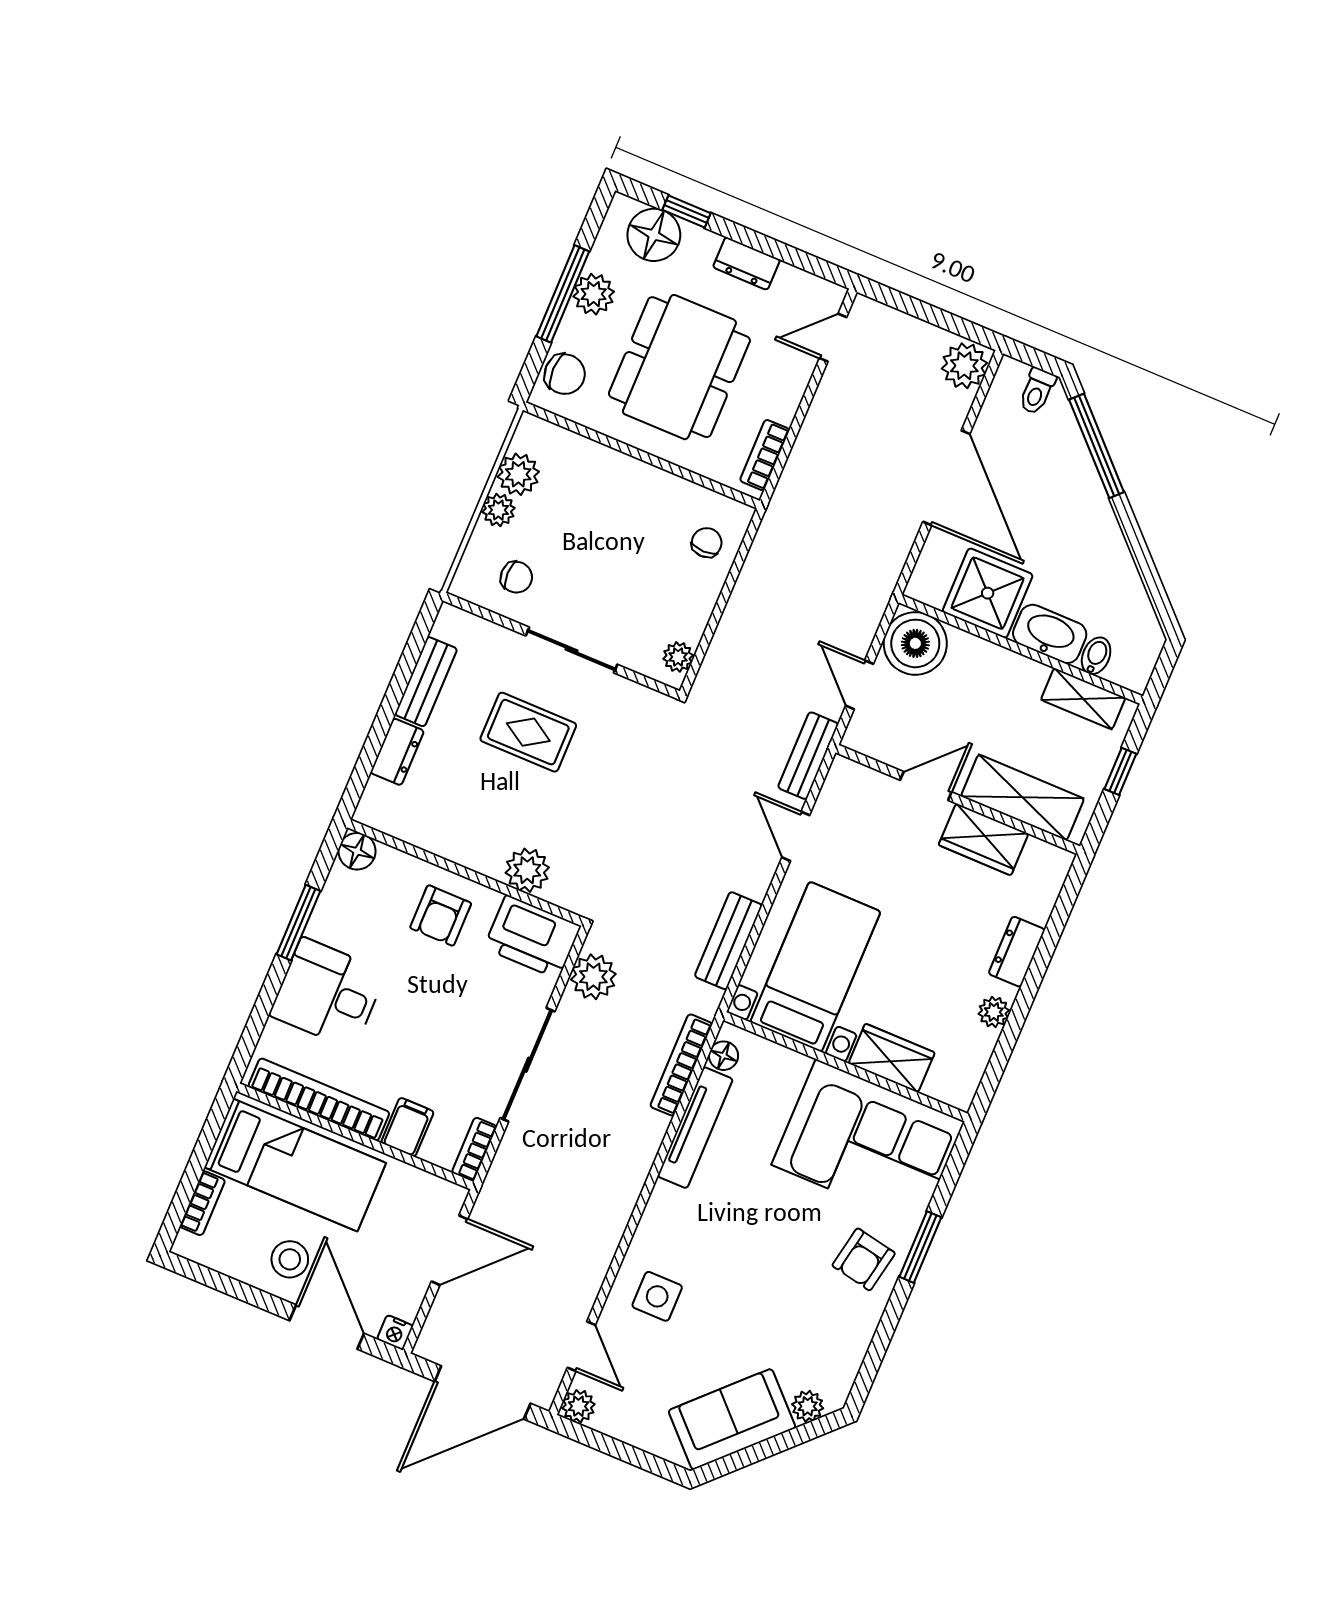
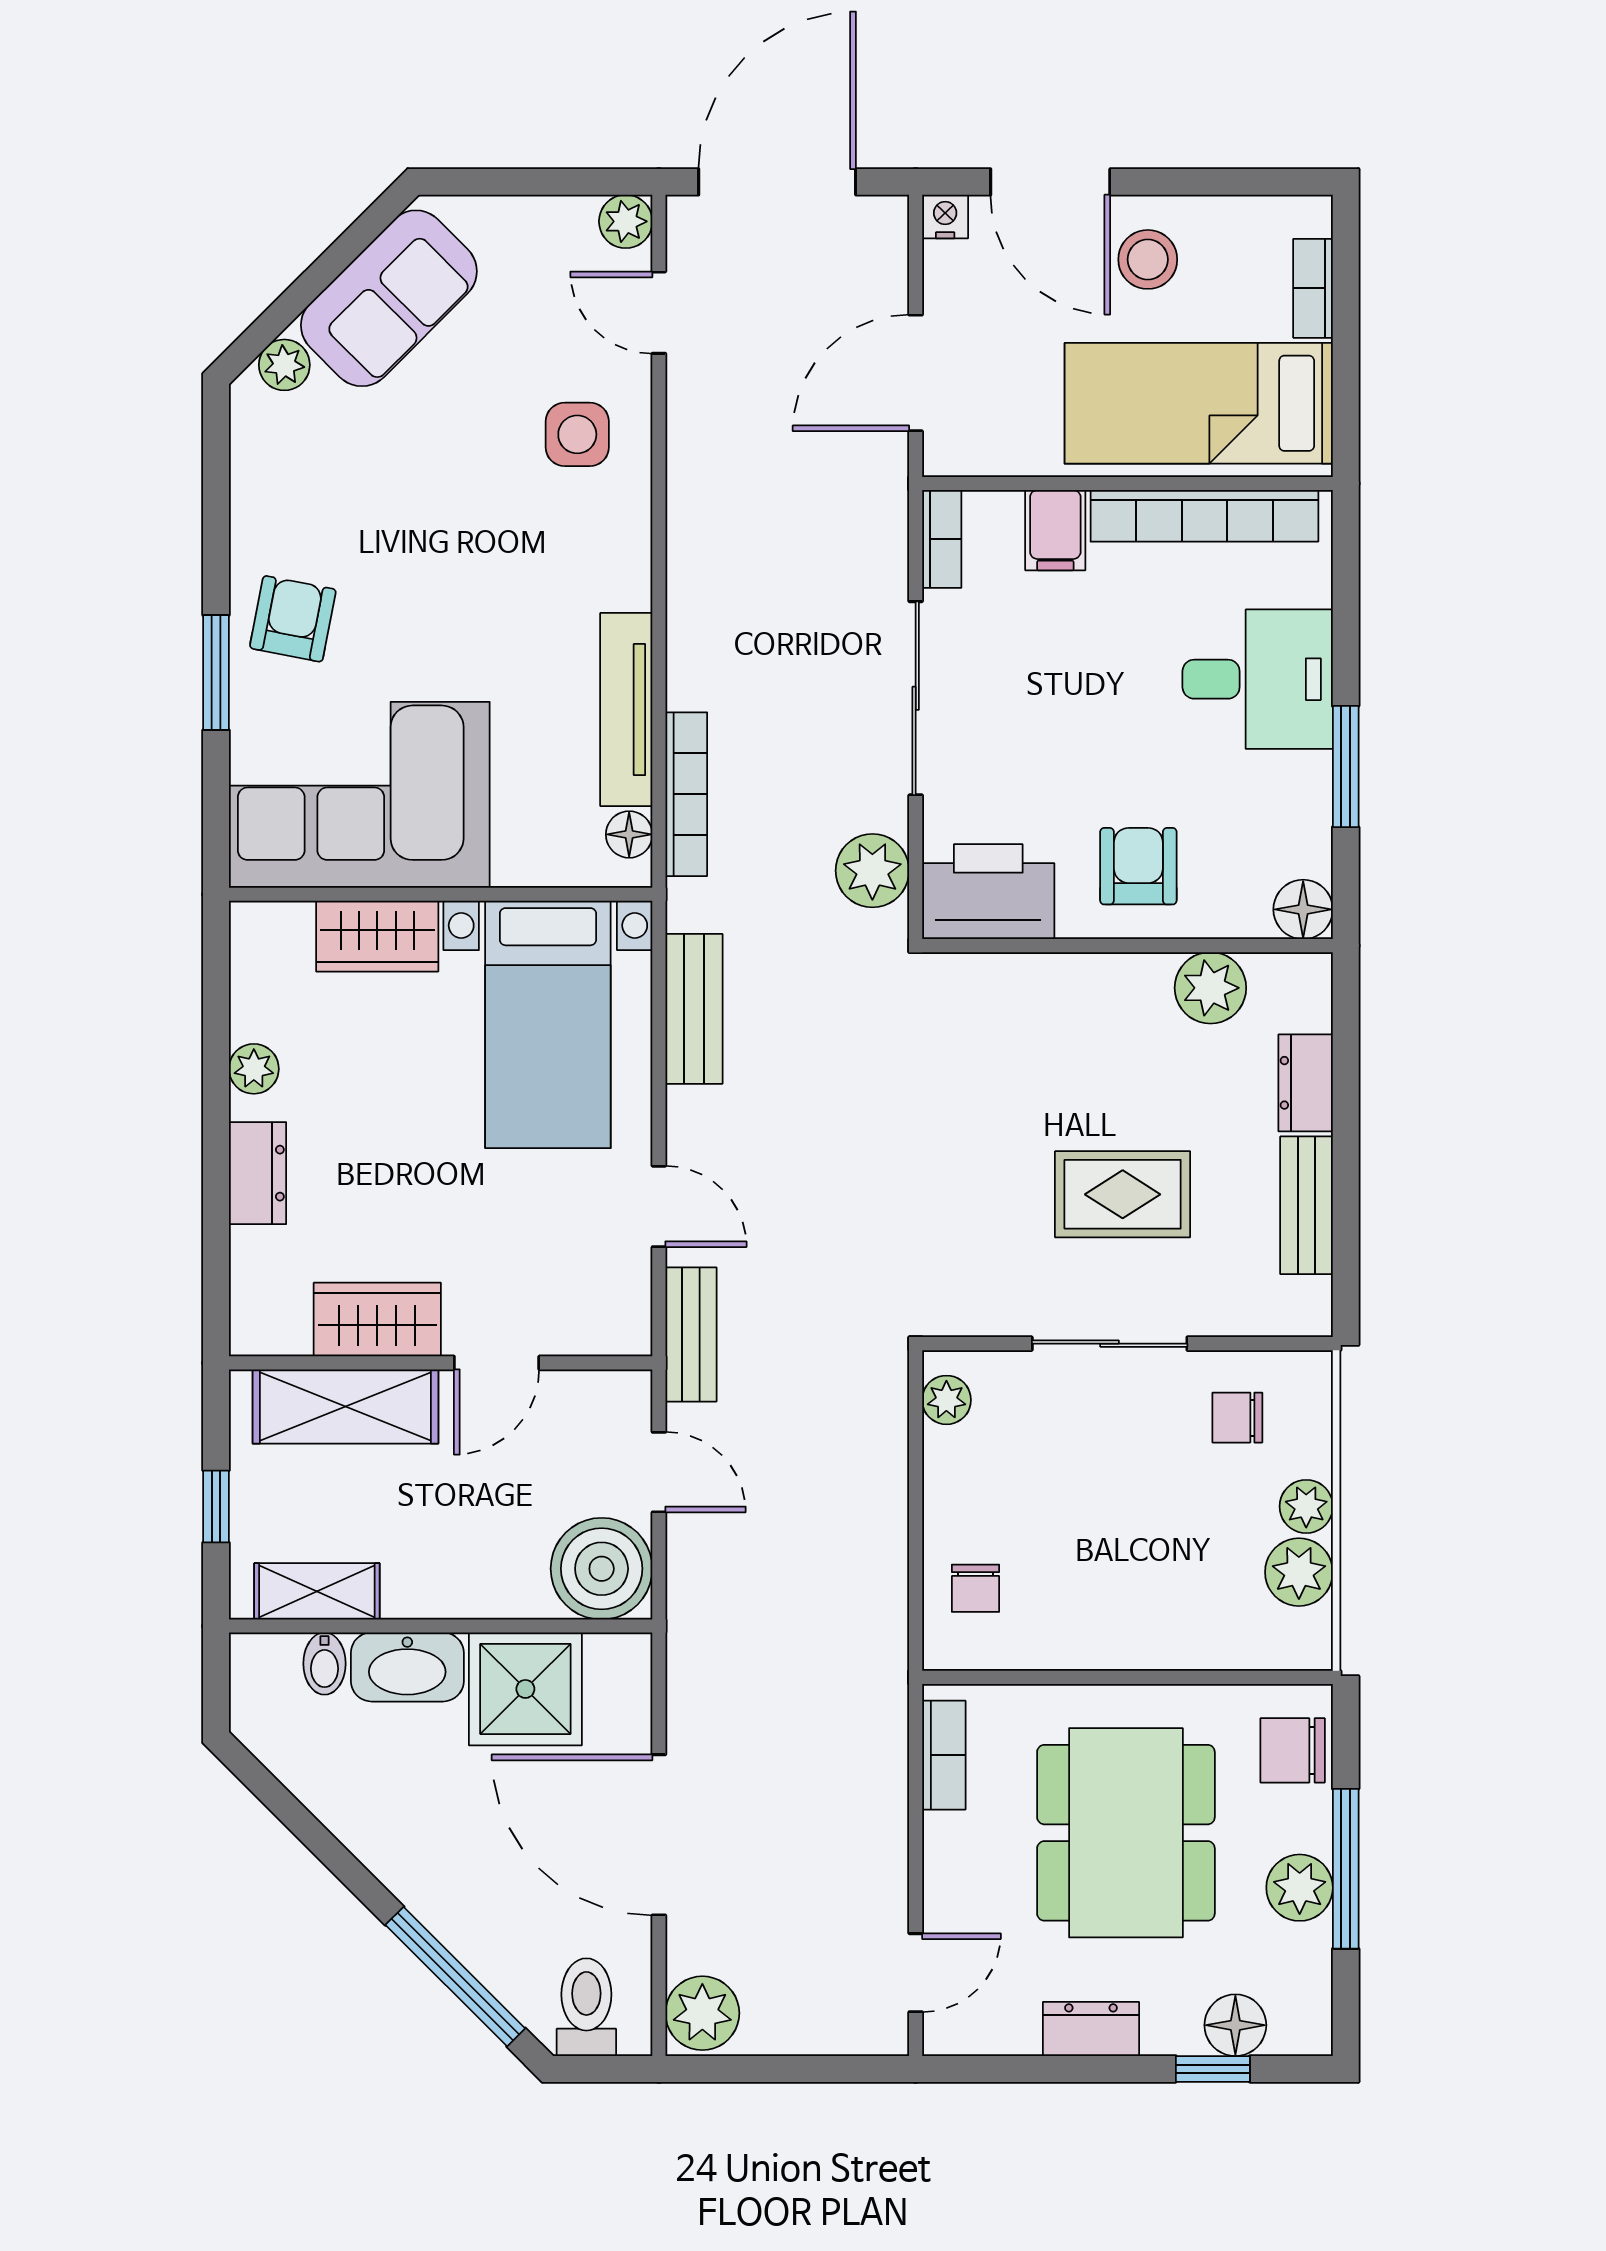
floor lamp: (654, 235) -> (1235, 2025), width x0.73, depth x0.73
toilet: (1037, 391) -> (586, 2007), width x1.37, depth x1.39
plant: (527, 870) -> (1210, 988), moved

